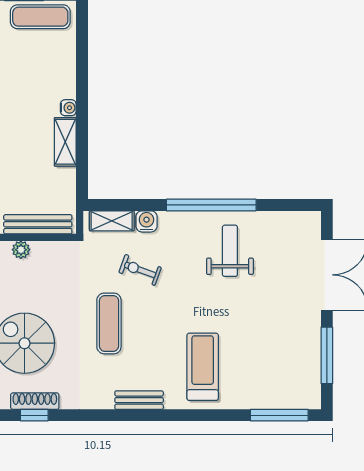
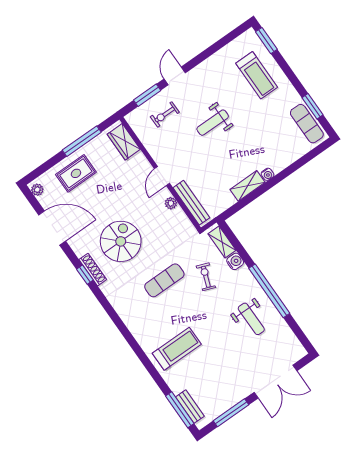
weight bench: (230, 251) -> (251, 319), turned 90
bench: (139, 400) -> (190, 407), moved

